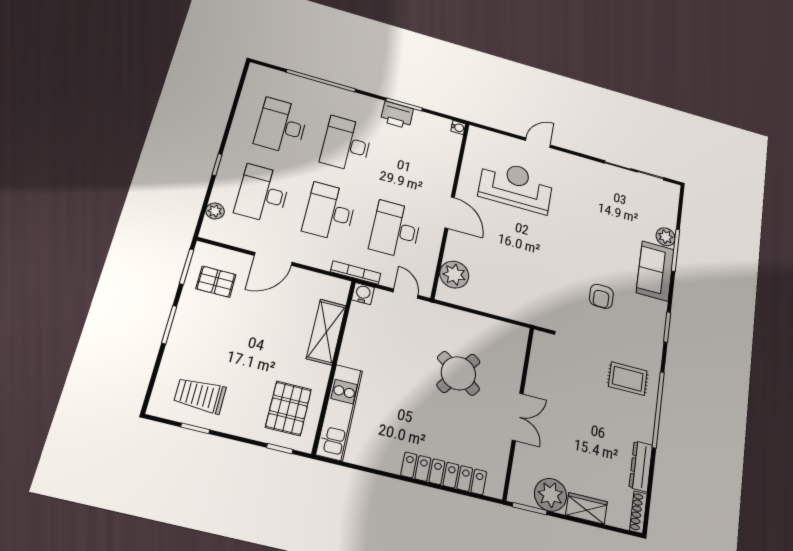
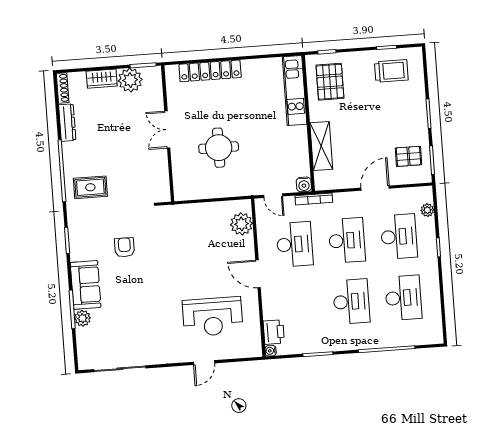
printer: (397, 115) -> (274, 332), moved, turned 90
round table: (458, 373) -> (219, 148), turned -36

